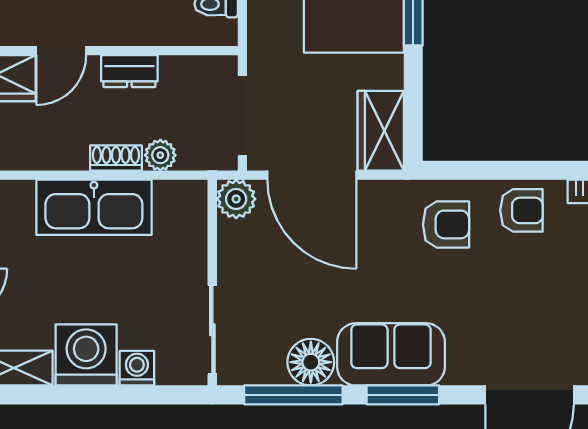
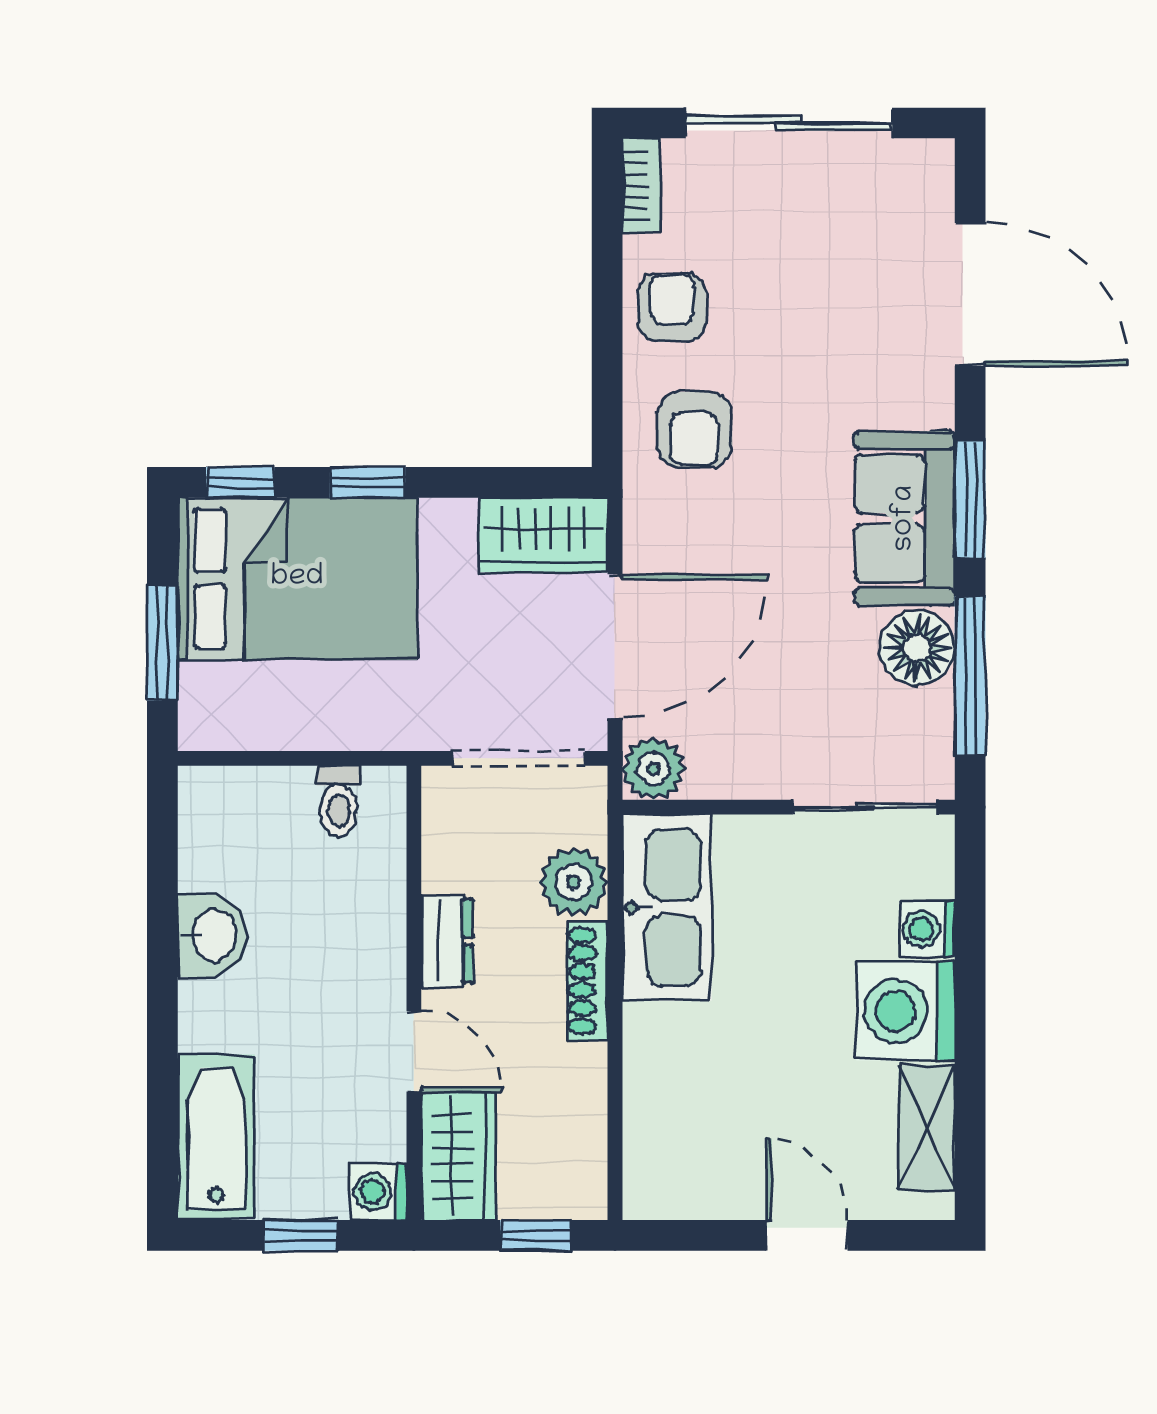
plant: (160, 155) -> (573, 882), width x1.38, depth x1.38
shoe rack: (116, 158) -> (587, 981), width x1.43
kitchen sink: (94, 207) -> (667, 908), moved
armchair: (446, 224) -> (695, 430), turned 180

